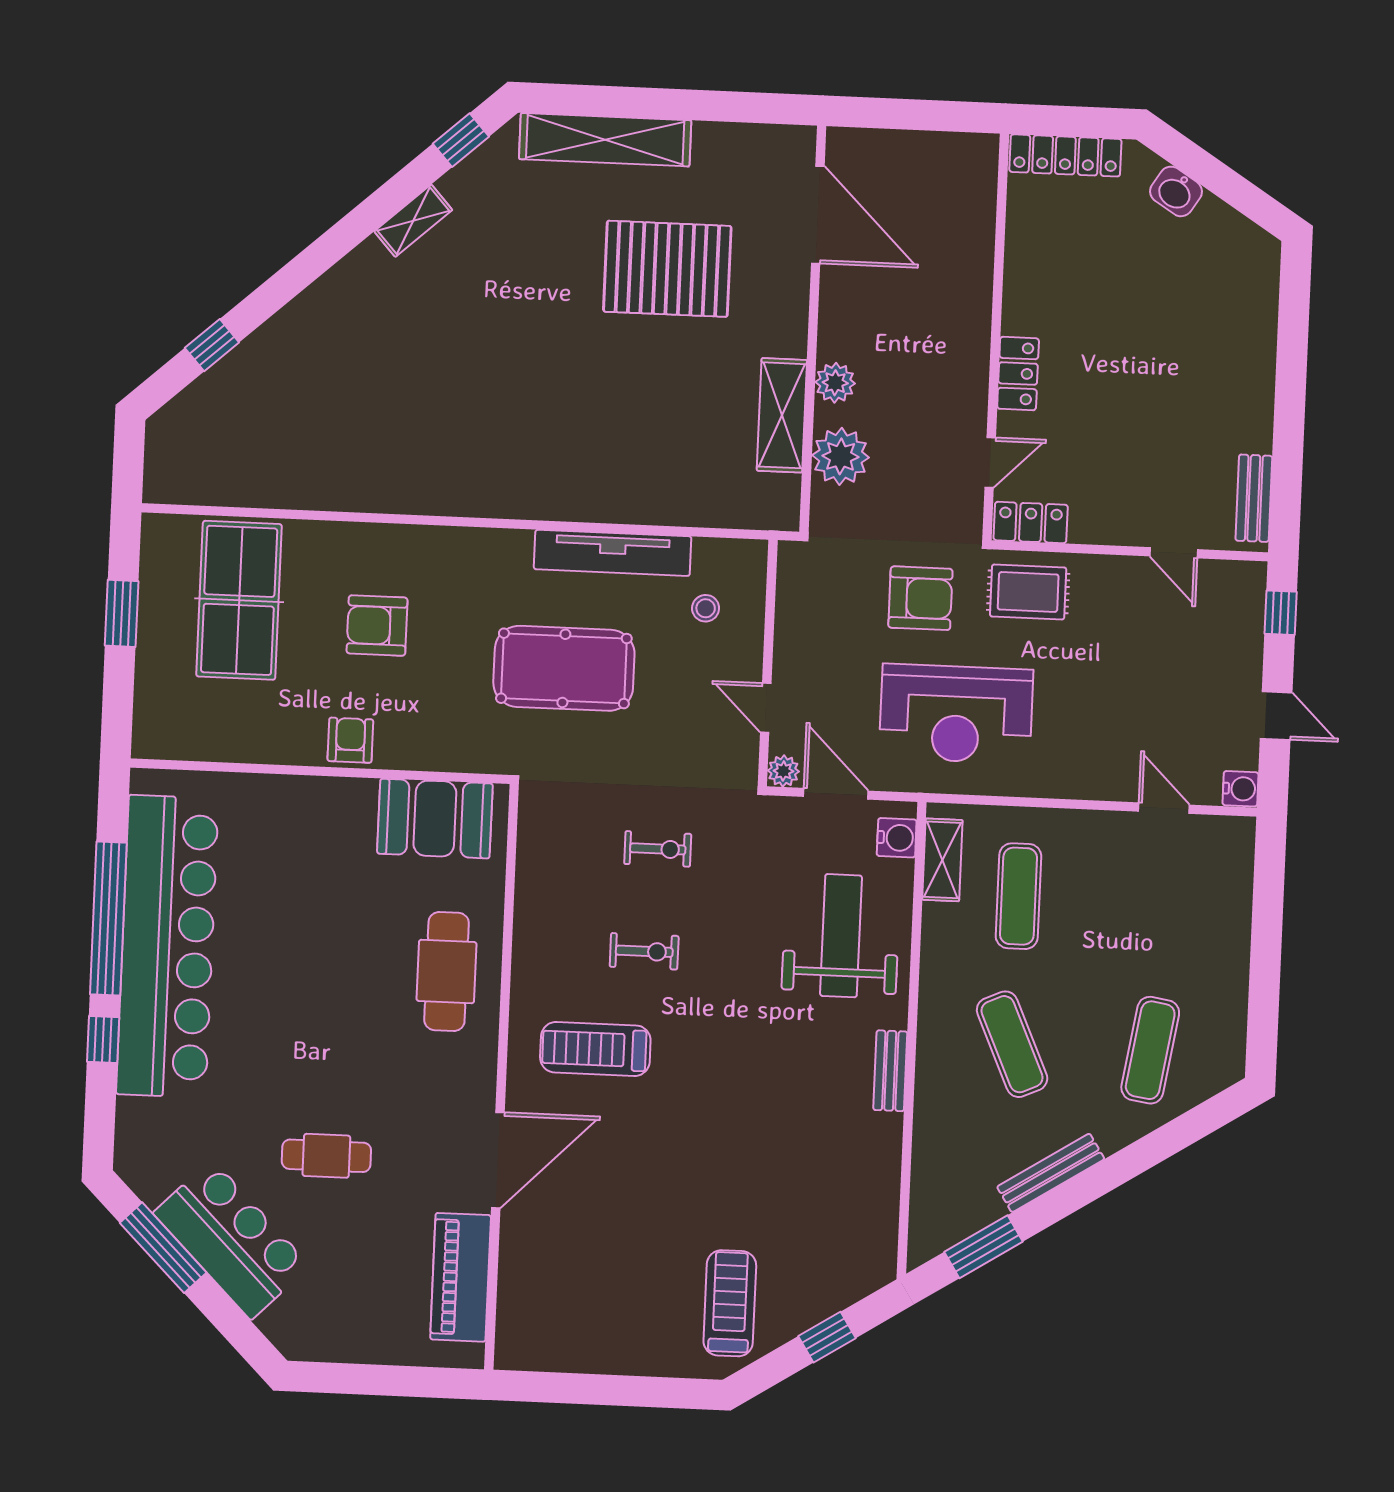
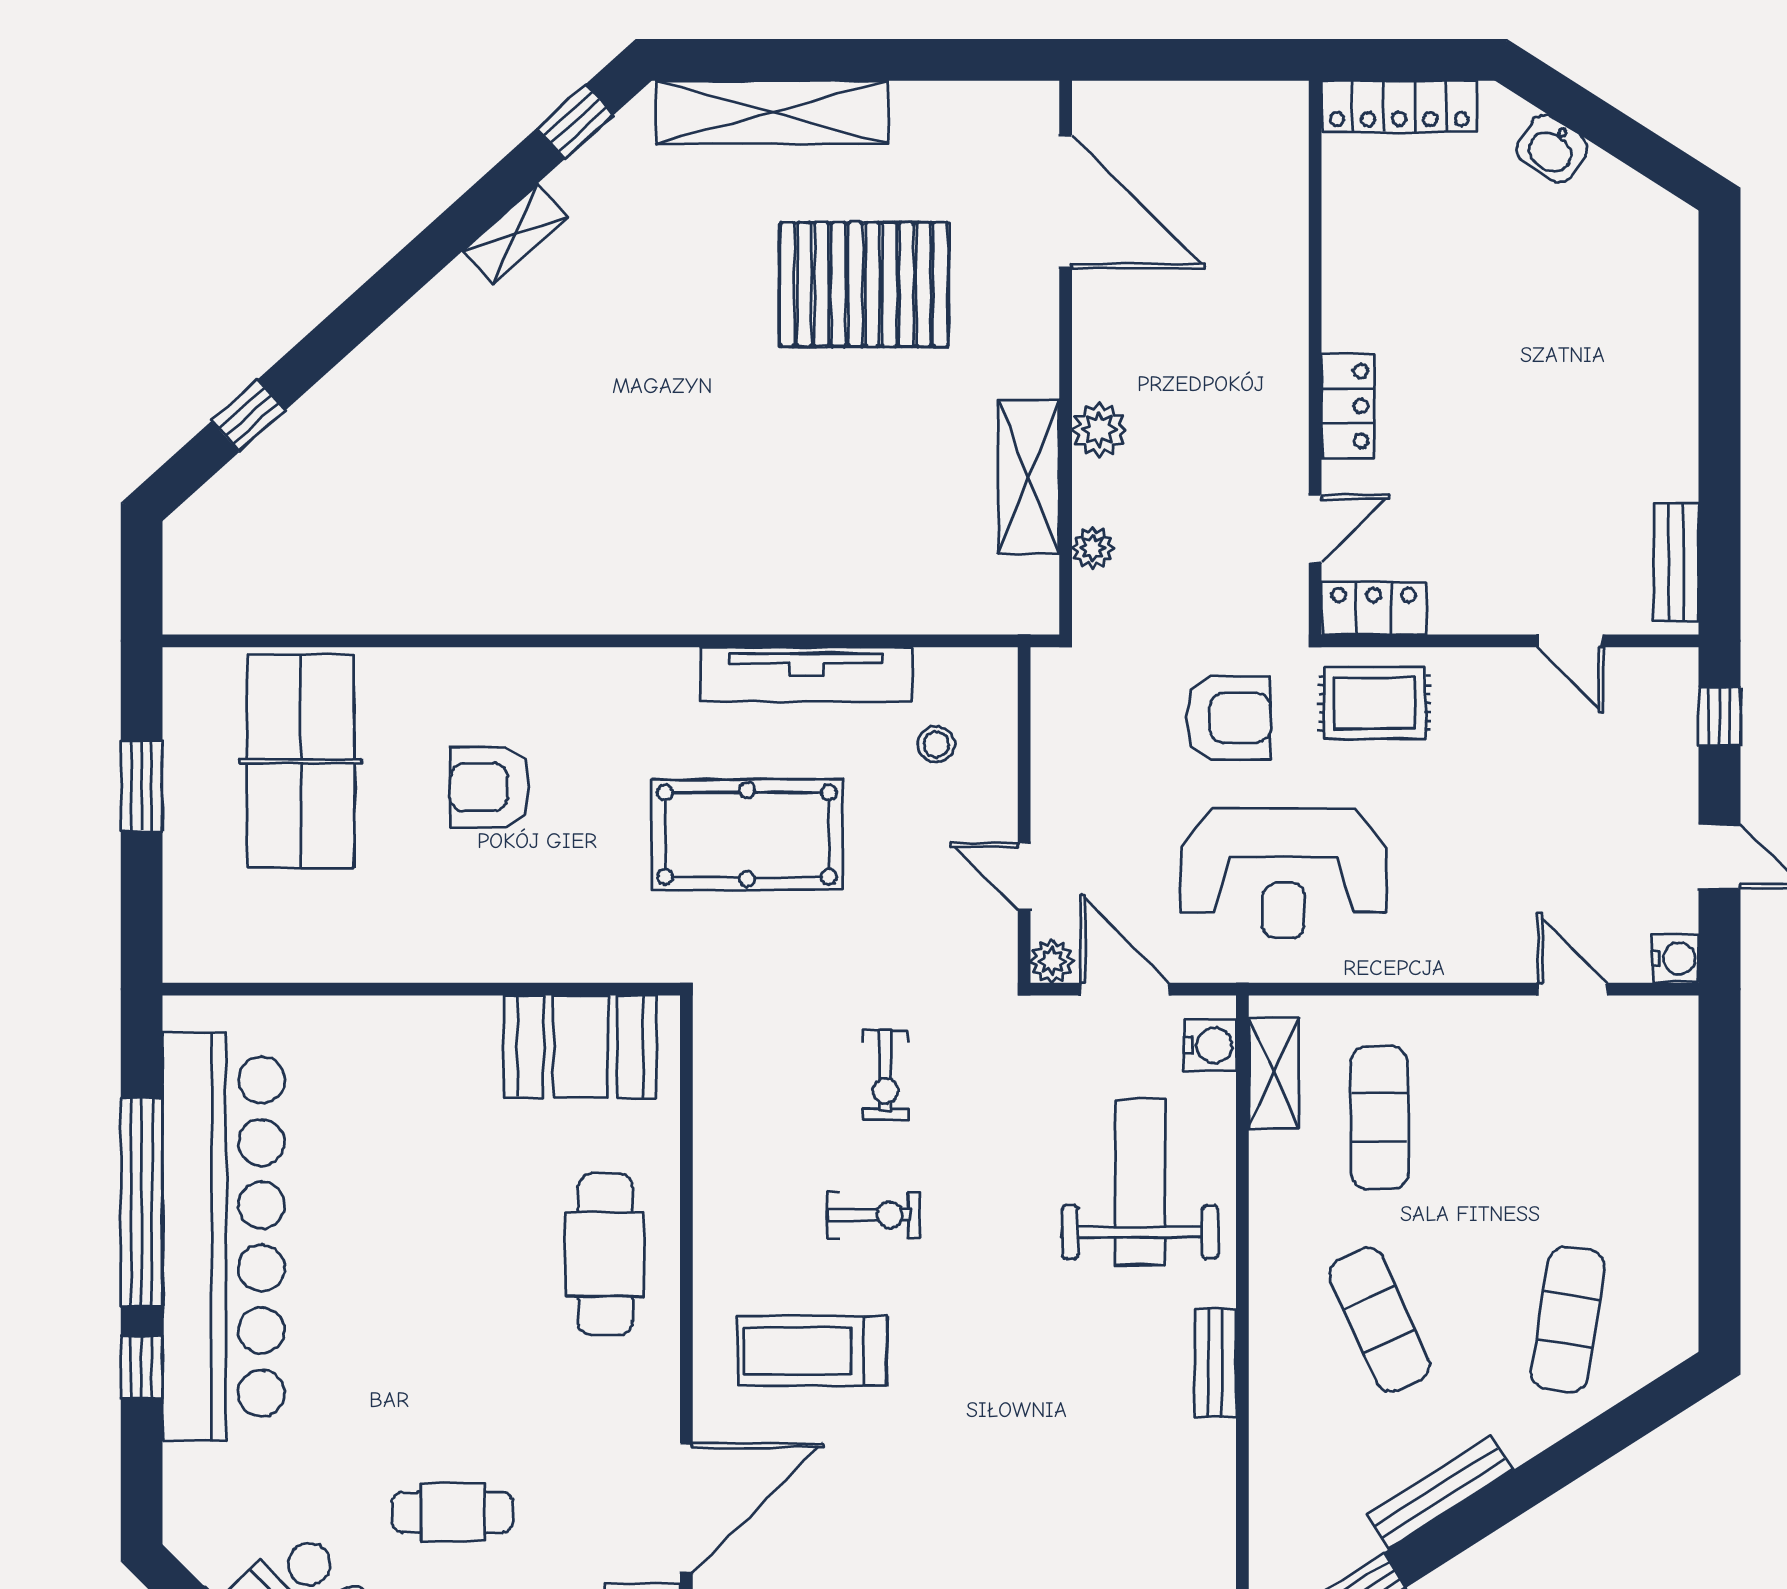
plant: (841, 456) -> (1093, 548), width x0.53, depth x0.53
armchair: (350, 740) -> (460, 945), removed
exercise bike: (658, 849) -> (885, 1075), turned 90

